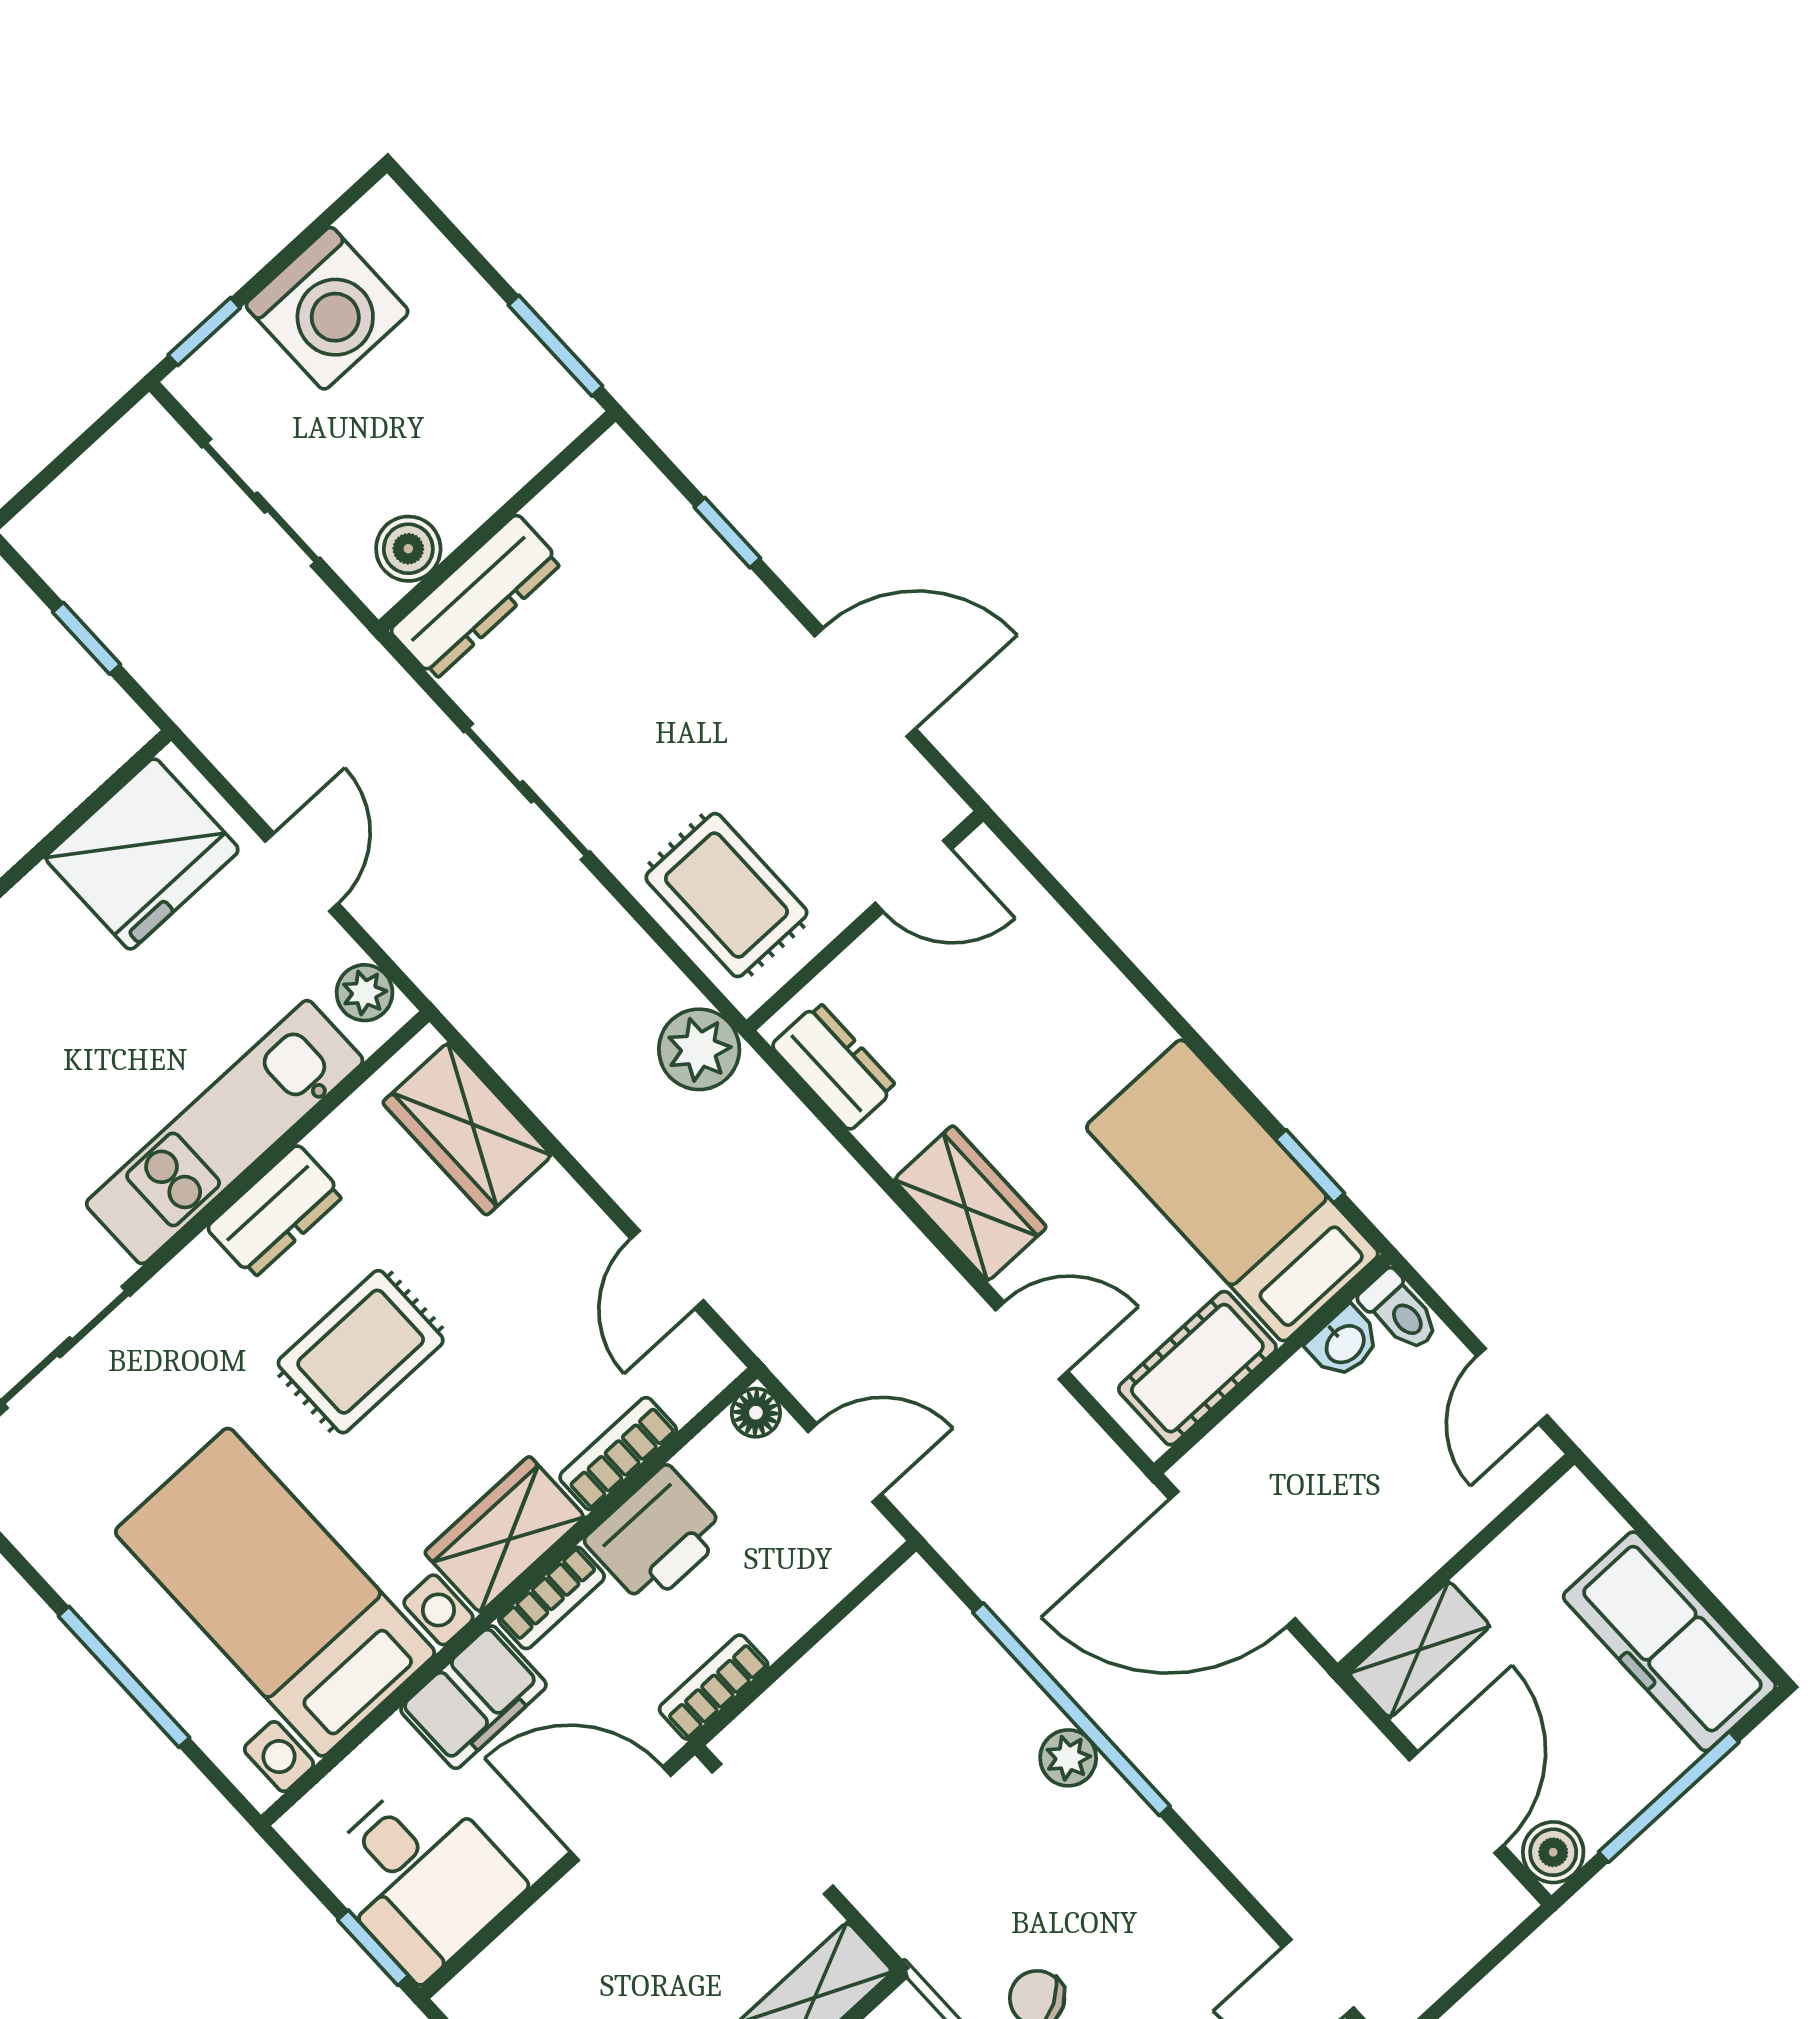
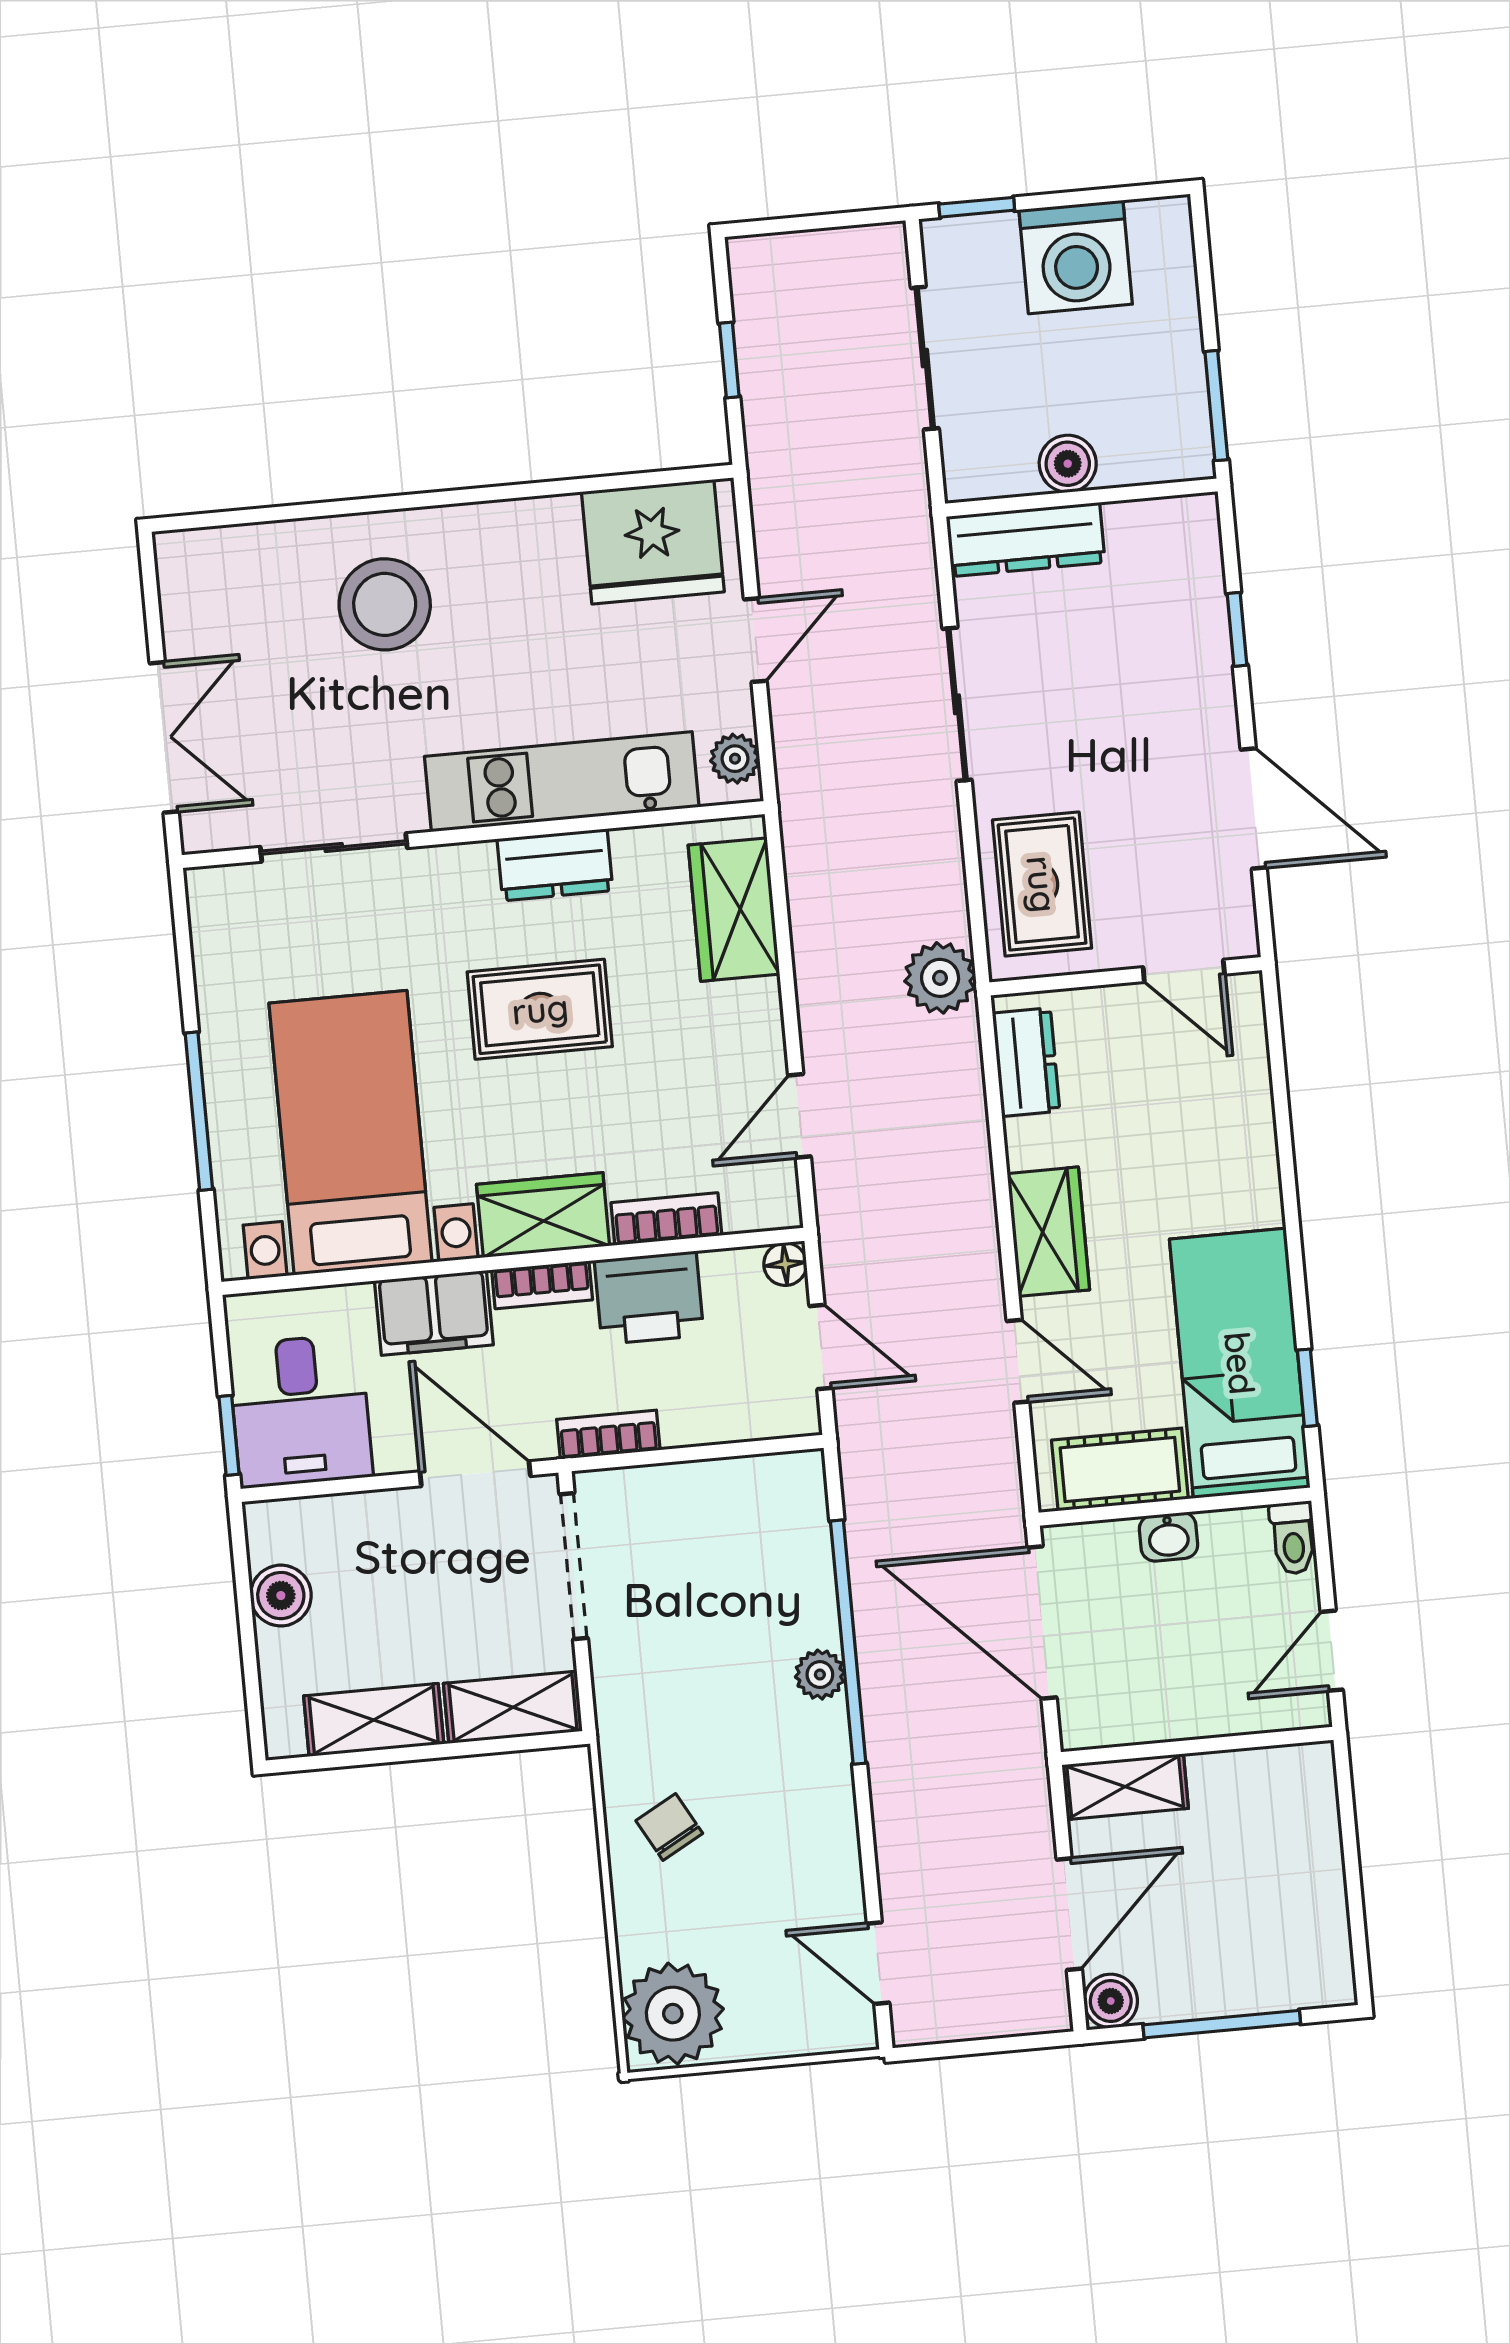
boiler: (408, 549) -> (1068, 464), moved
washbasin: (1344, 1343) -> (1169, 1537), moved
freezer: (1669, 1641) -> (1306, 1915), removed

